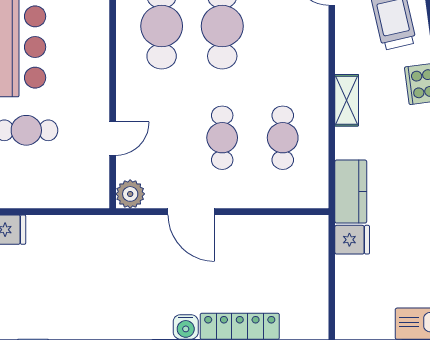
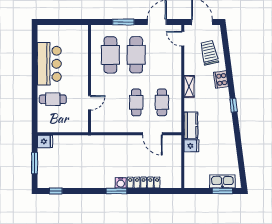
plant: (130, 194) -> (97, 126), removed
door: (191, 212) -> (152, 134), moved

